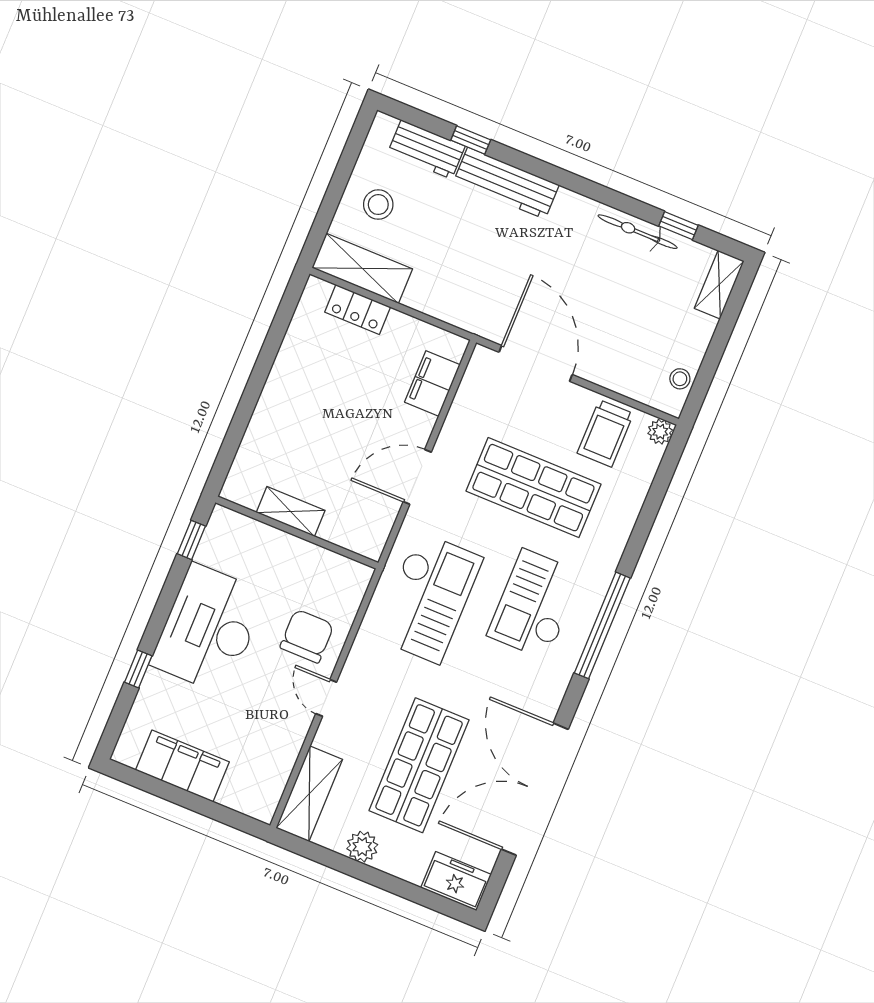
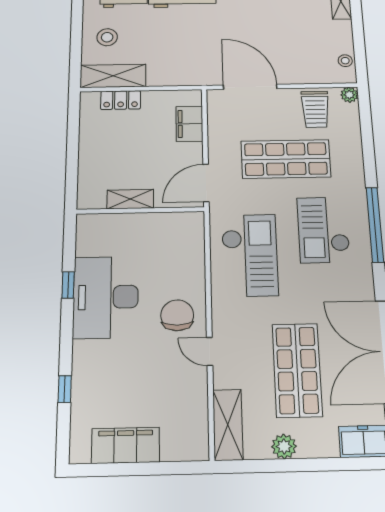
shelving: (291, 511) -> (130, 199), moved
wall: (297, 533) -> (140, 210), moved
desk: (209, 629) -> (106, 297), moved

